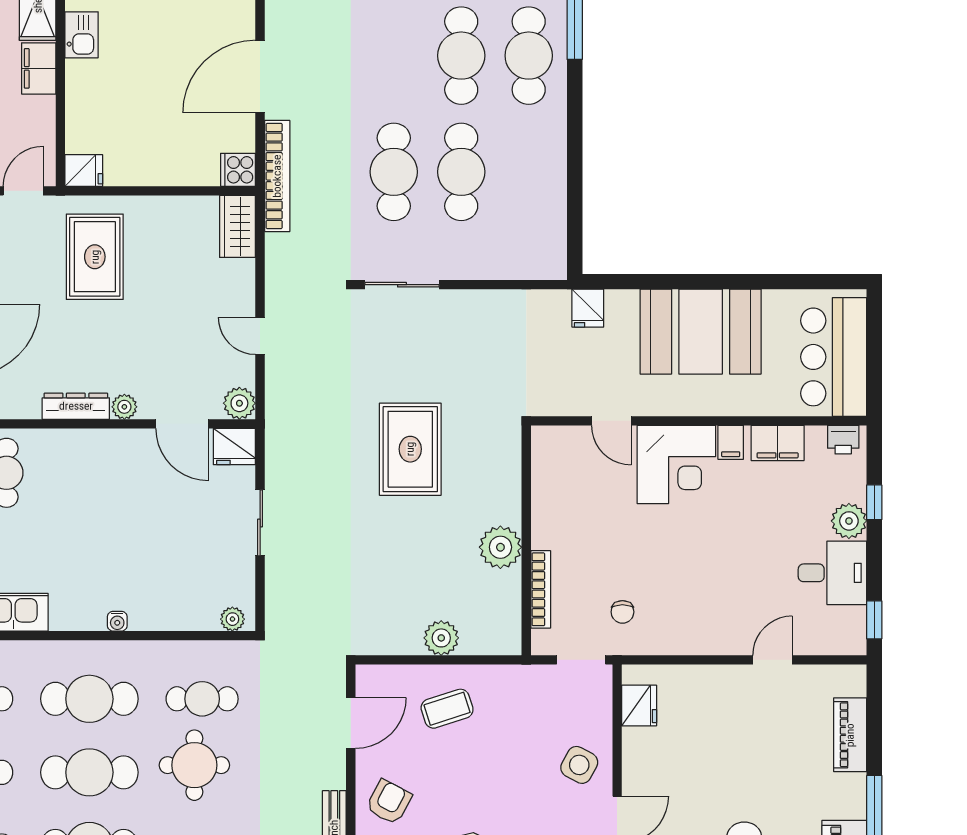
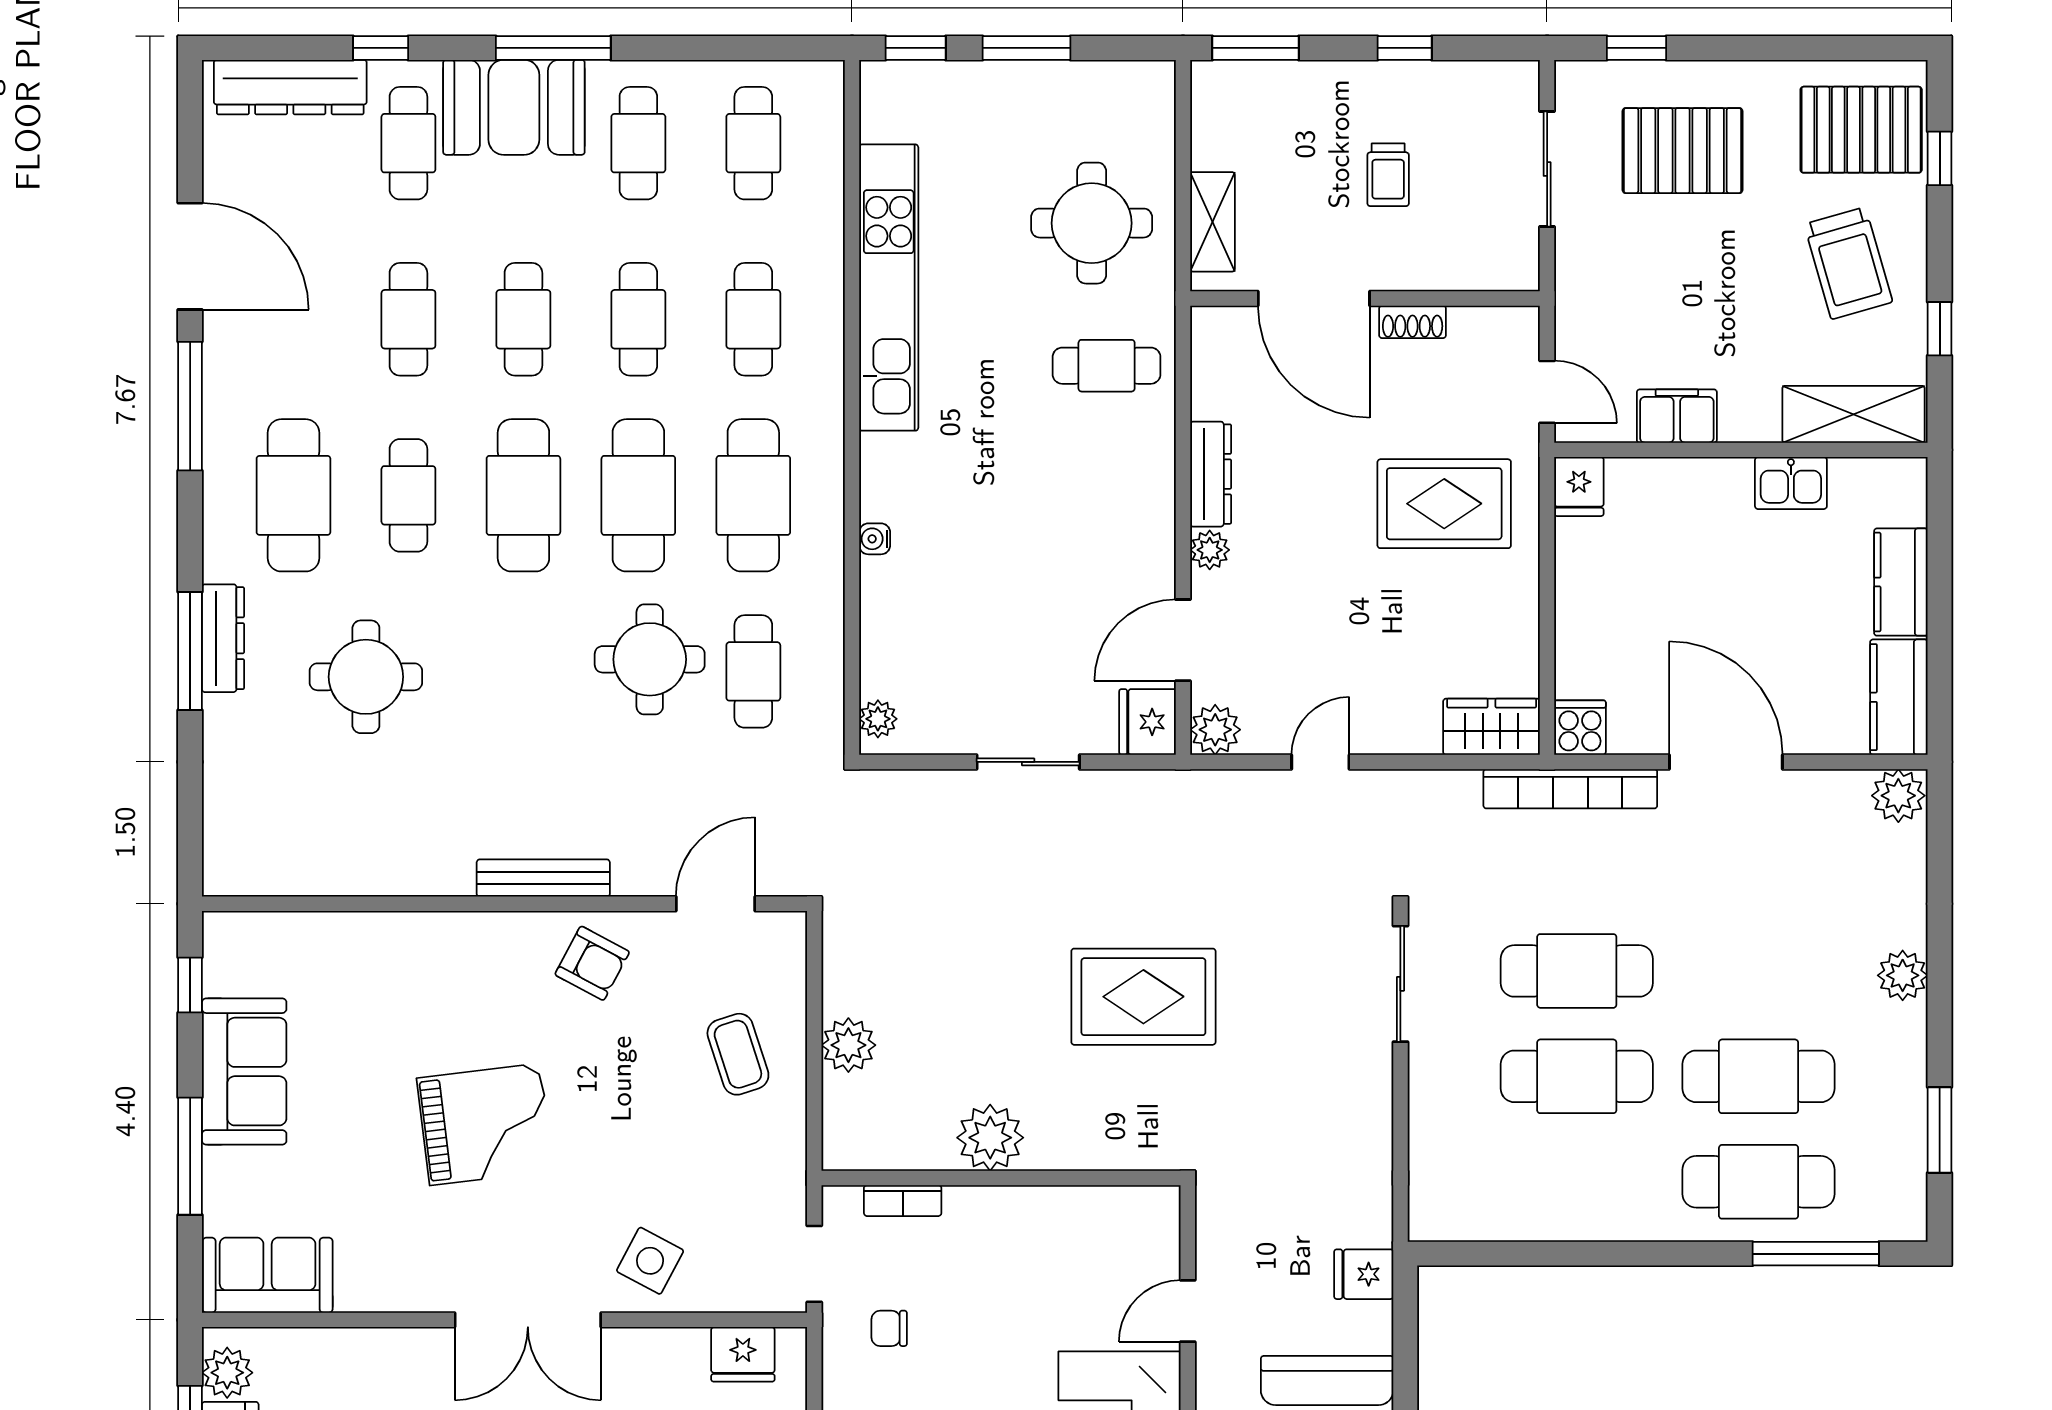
filing cabinet: (39, 68) -> (1677, 416), moved
bookcase: (541, 589) -> (903, 1201), width x0.64
door: (351, 723) -> (715, 904), swing flipped

